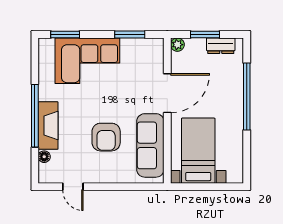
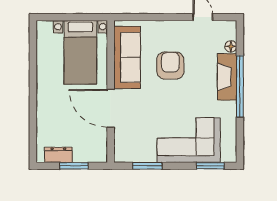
plant: (177, 45) -> (101, 156), removed
door: (167, 93) -> (111, 108), hinge flipped
window: (247, 97) -> (33, 105), removed

